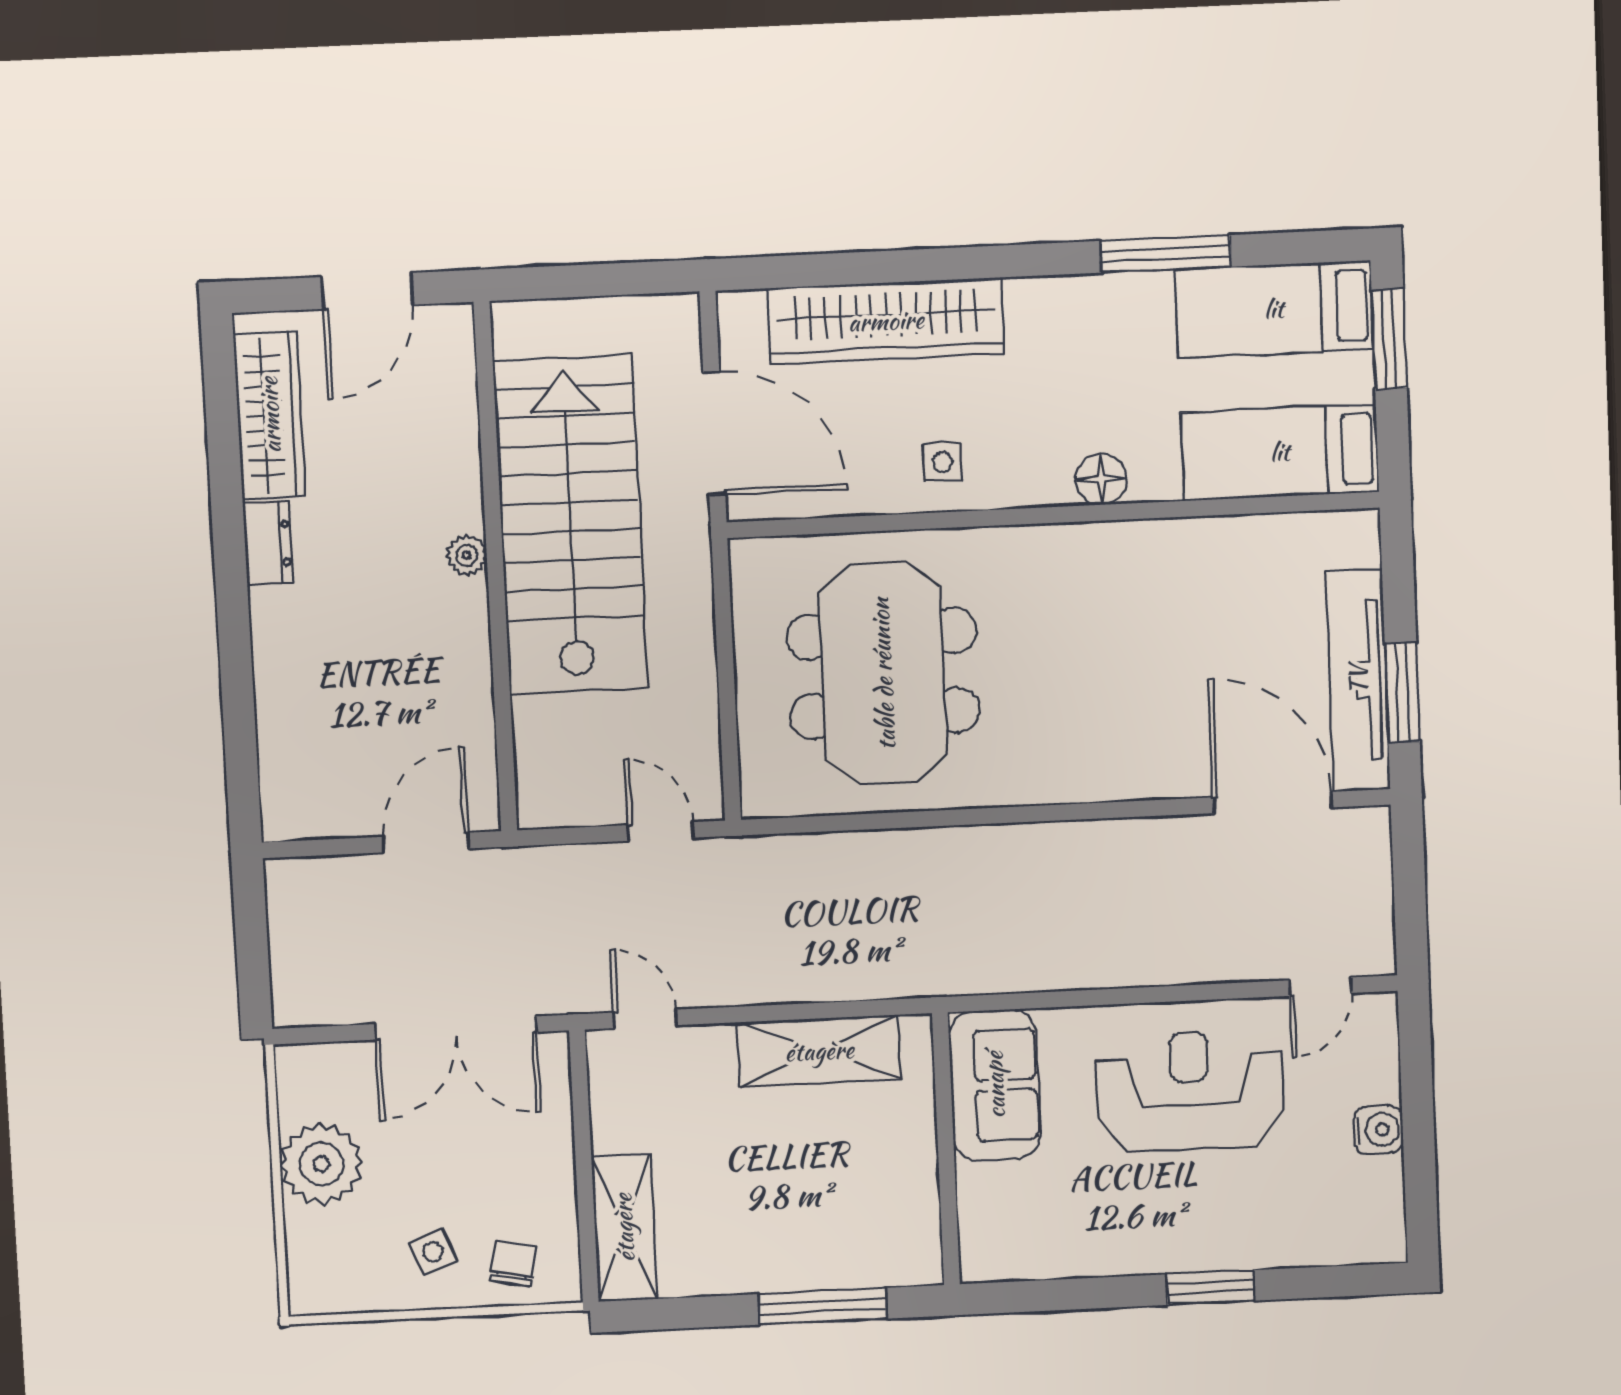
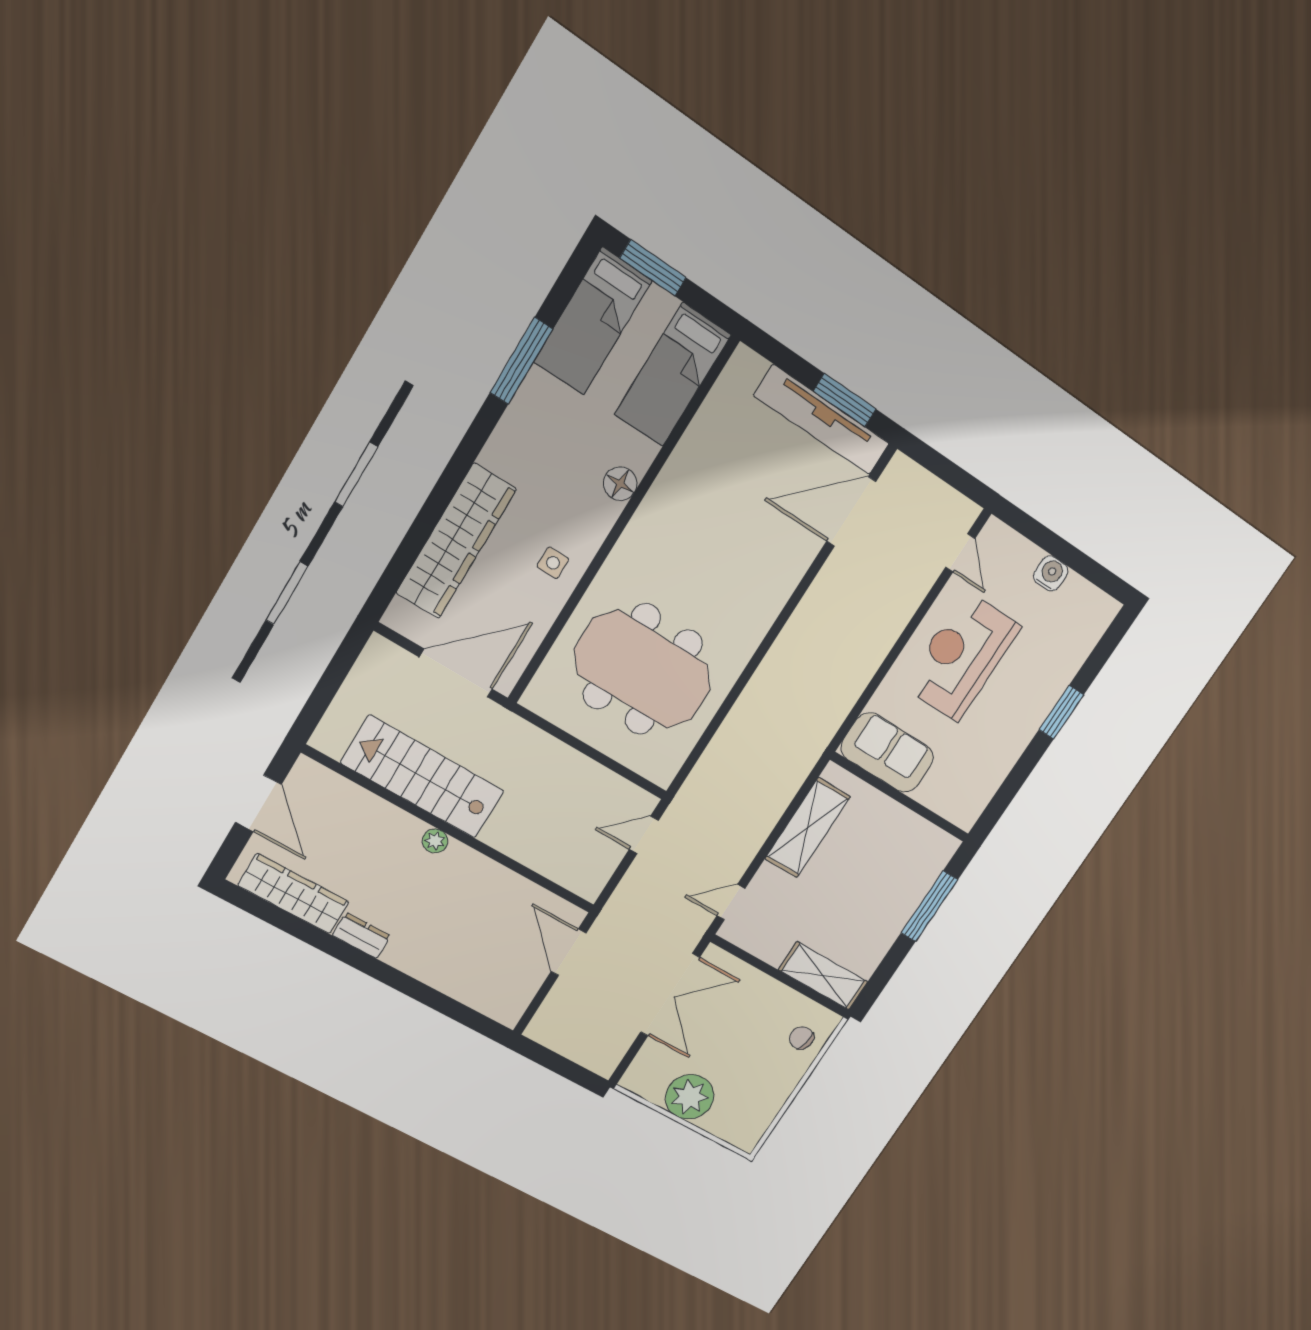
stairs: (570, 525) -> (423, 777), width x0.73, depth x0.66
side table: (433, 1252) -> (769, 1071), removed

